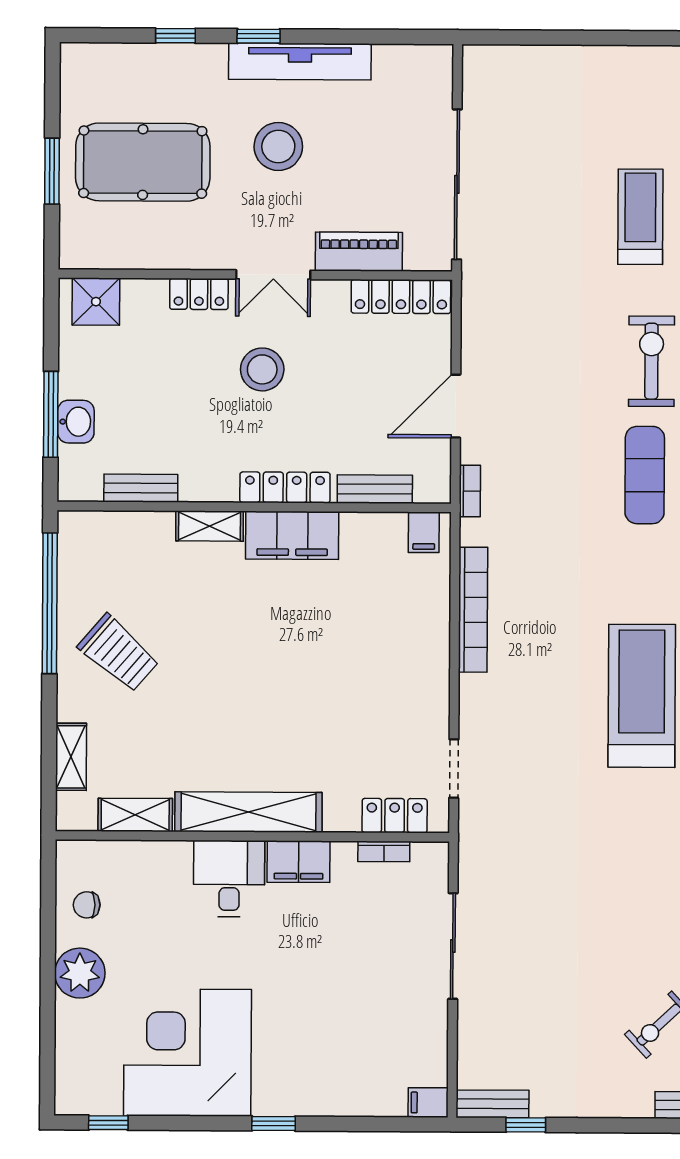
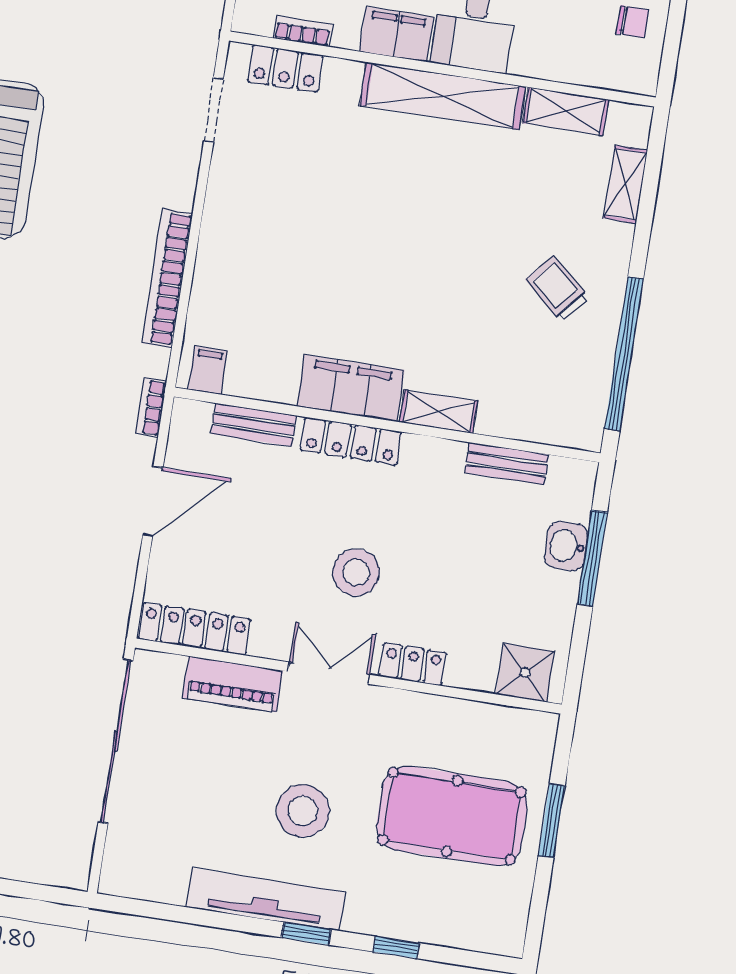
trolley: (119, 653) -> (557, 289), width x0.73, depth x0.72

